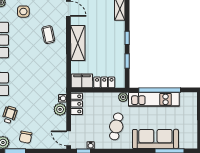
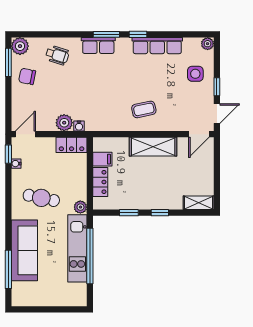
coffee table: (48, 35) -> (144, 109), moved
filing cabinet: (82, 81) -> (102, 159), width x0.50

